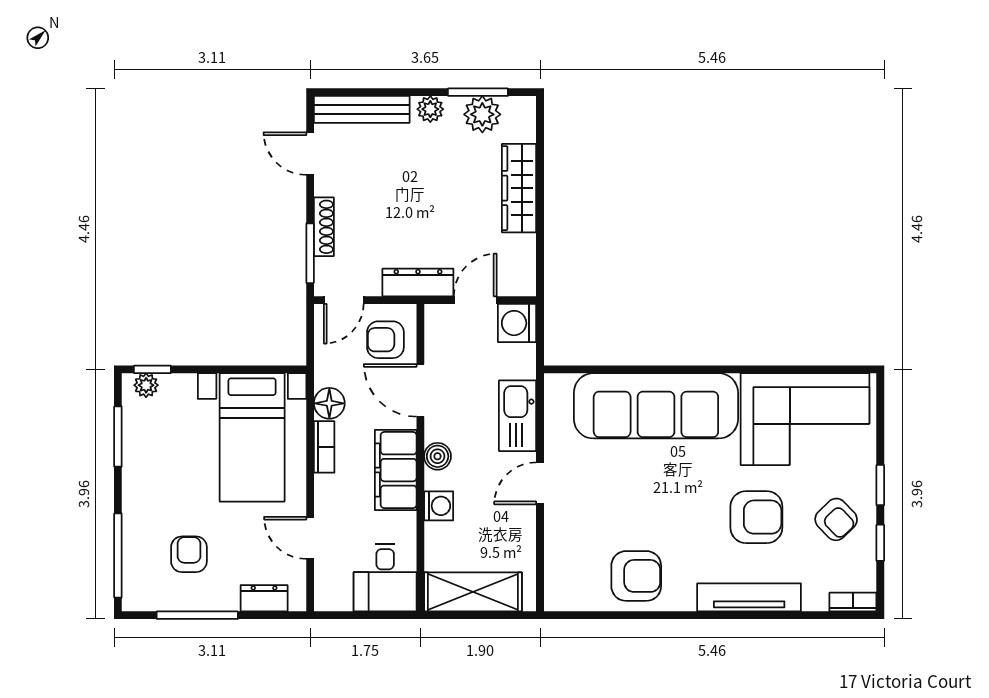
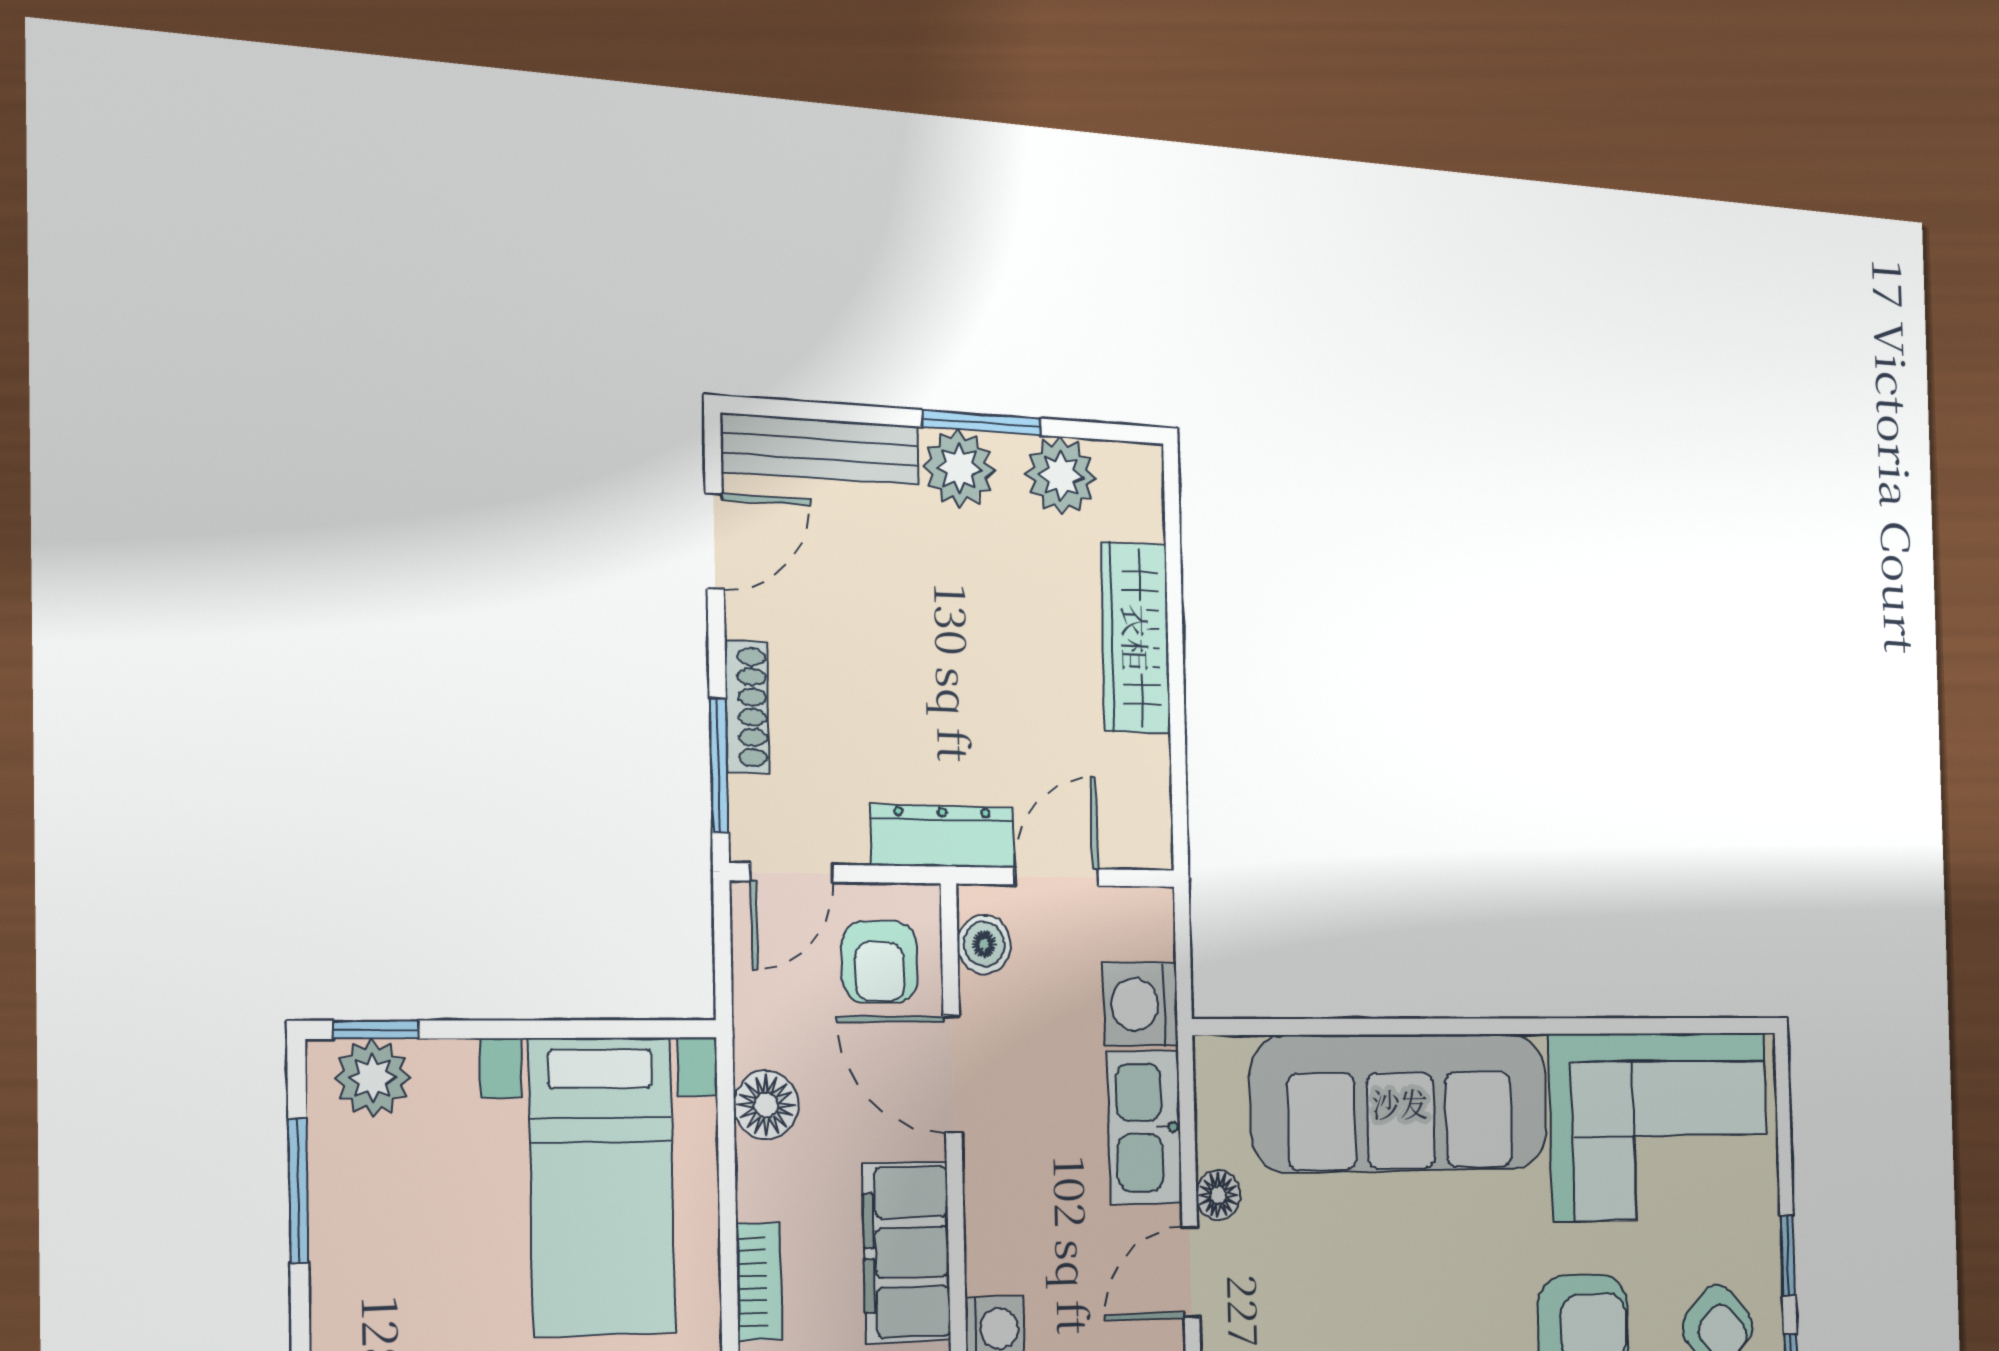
window: (478, 92) -> (982, 423), moved
plant: (430, 109) -> (959, 468), width x1.38, depth x1.38
door: (310, 154) -> (715, 541), swing flipped
washing machine: (517, 323) -> (1141, 1004), moved
armchair: (385, 340) -> (880, 962), turned -90
plant: (146, 385) -> (373, 1078), width x1.38, depth x1.38
bookcase: (324, 447) -> (759, 1282), moved
floor lamp: (556, 448) -> (1218, 1195), added
boiler: (438, 456) -> (984, 944), moved

